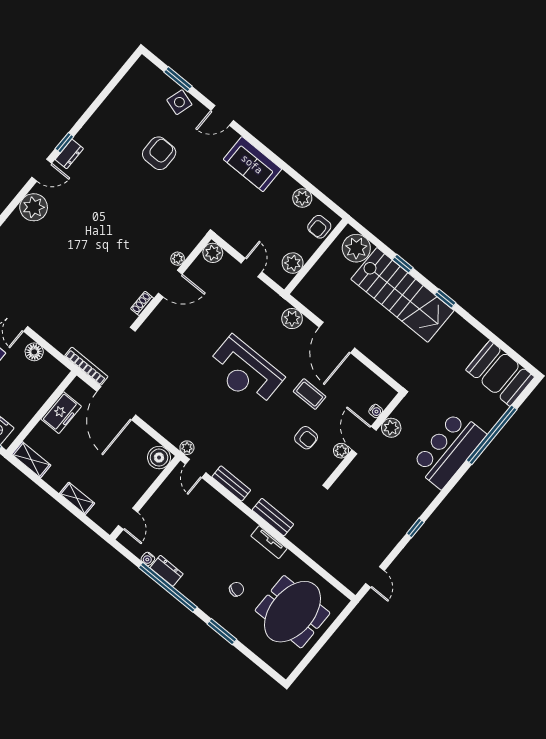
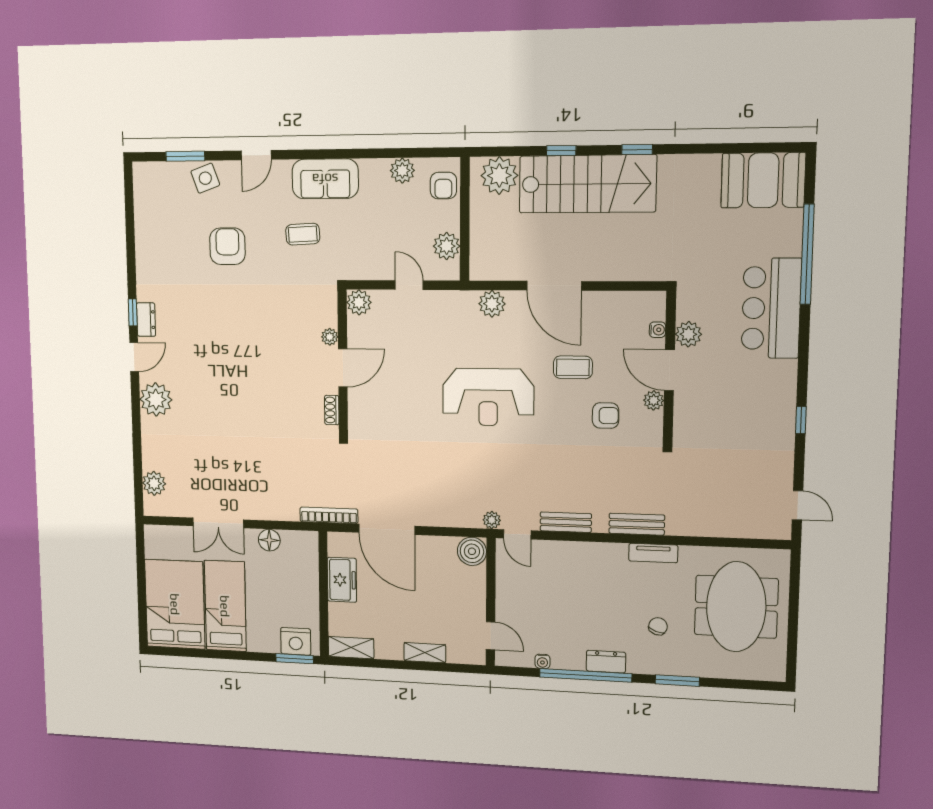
side table: (179, 102) -> (205, 178), turned -37
coffee table: (212, 185) -> (303, 234), added
dresser: (167, 571) -> (606, 662), moved

